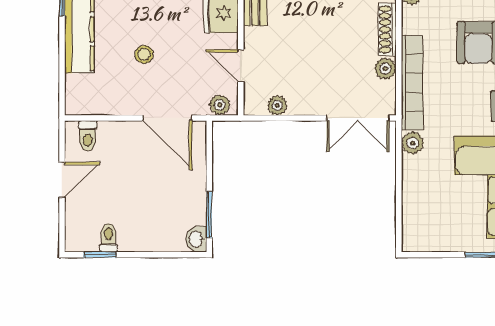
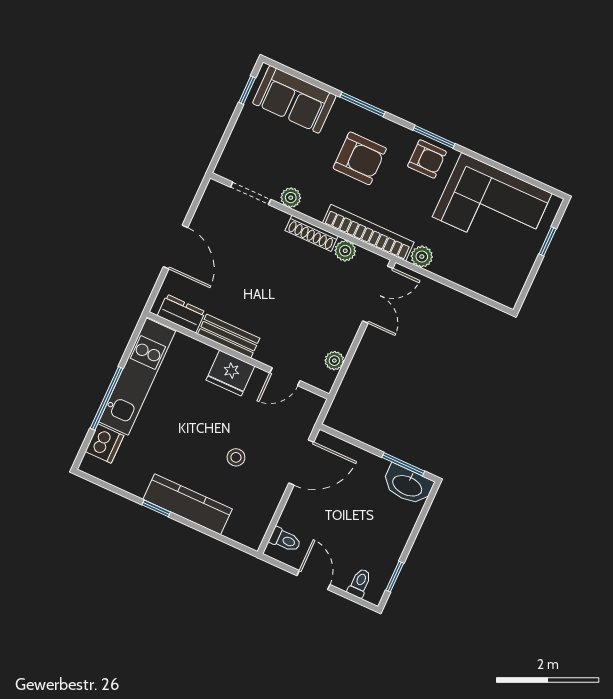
plant: (220, 105) -> (311, 411), removed
toilet: (108, 238) -> (360, 583), moved, turned 90
washbasin: (196, 239) -> (408, 485), width x1.91, depth x1.45

